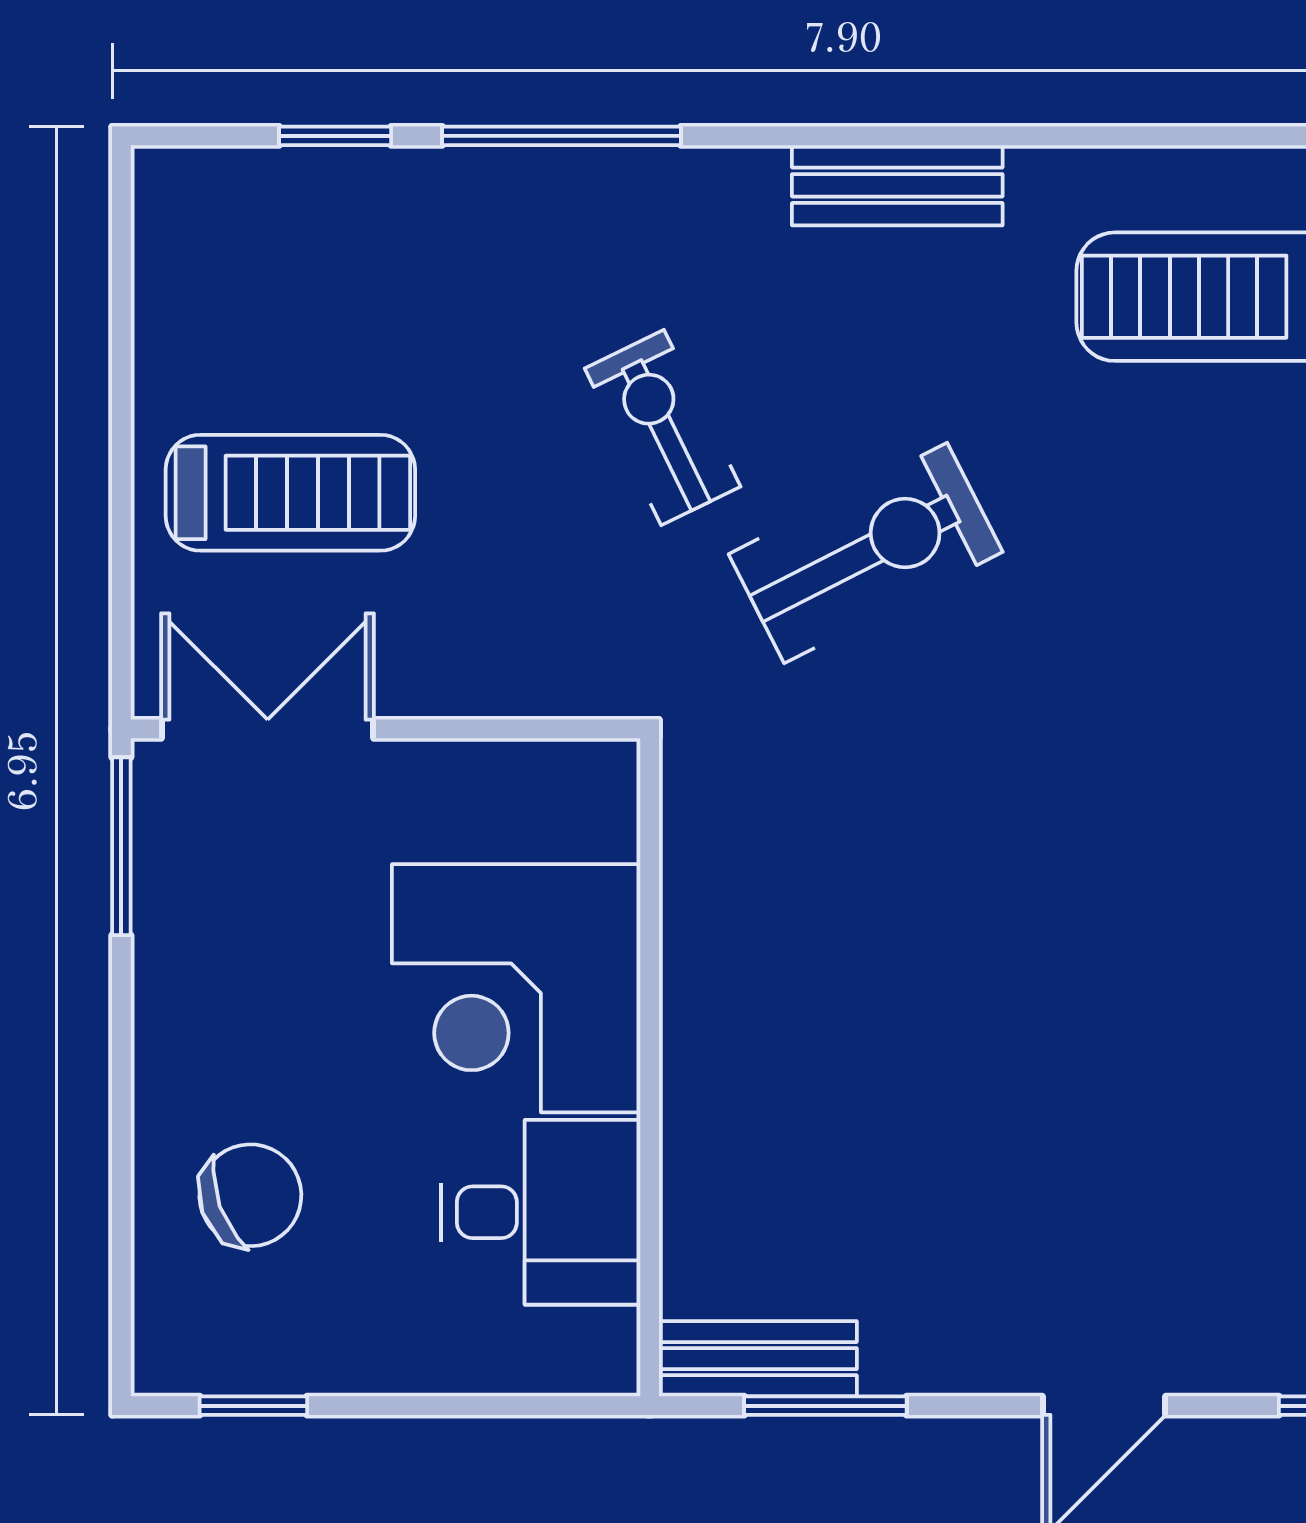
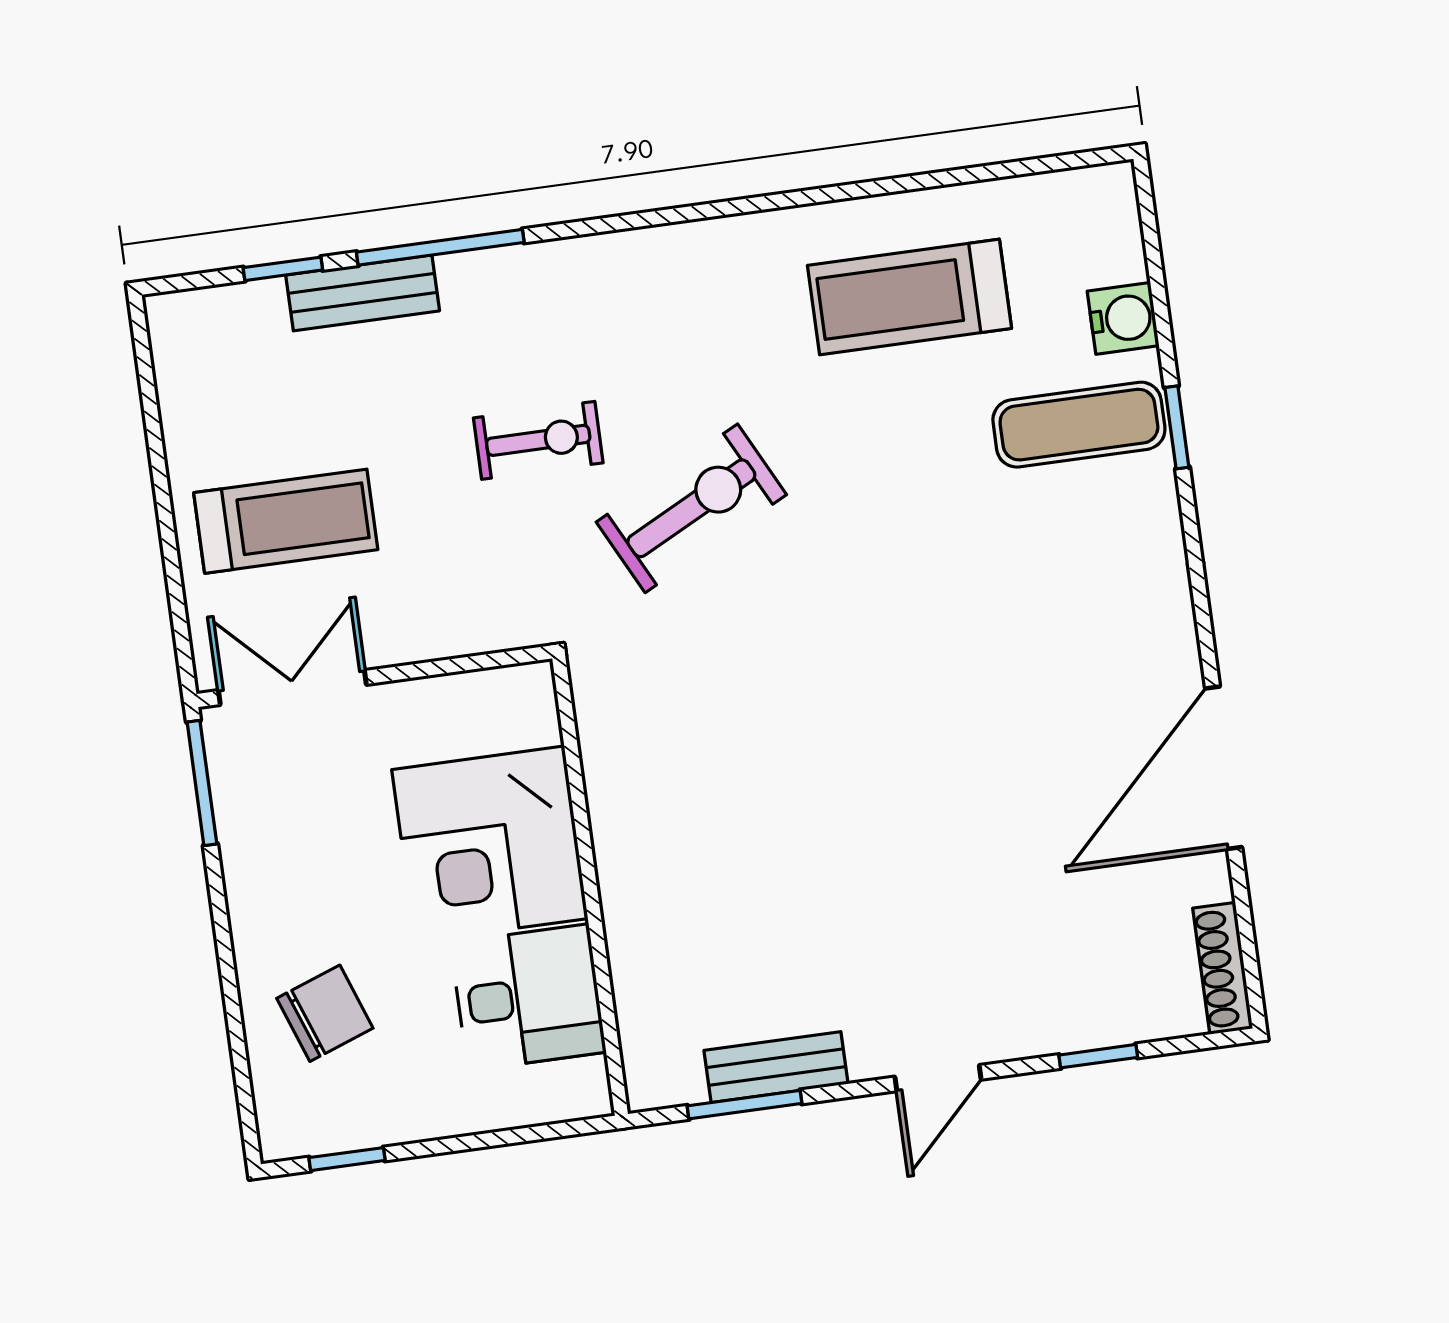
bench: (897, 185) -> (363, 293), moved
exercise bike: (663, 427) -> (538, 440), turned 116
bench: (758, 1359) -> (776, 1067), moved

